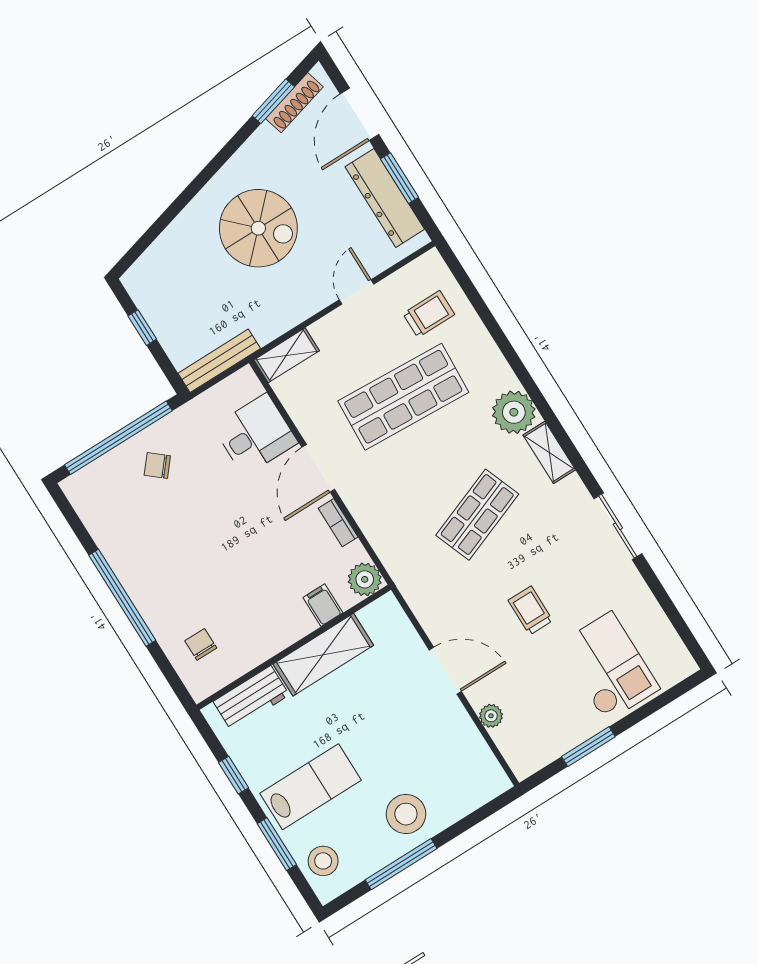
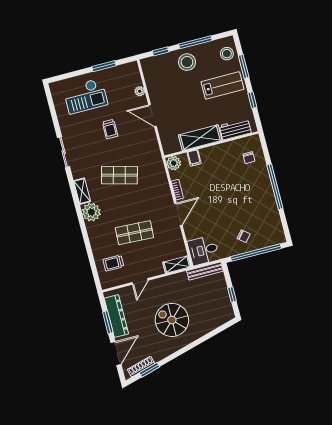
shop shelf: (403, 397) -> (134, 233), width x0.70, depth x0.74
desk: (255, 435) -> (203, 250), moved
shop shelf: (477, 515) -> (119, 175), turned 36
checkout: (609, 667) -> (85, 96), turned -90
lab bench: (310, 787) -> (222, 85), turned 180
window: (473, 819) -> (160, 51), added

